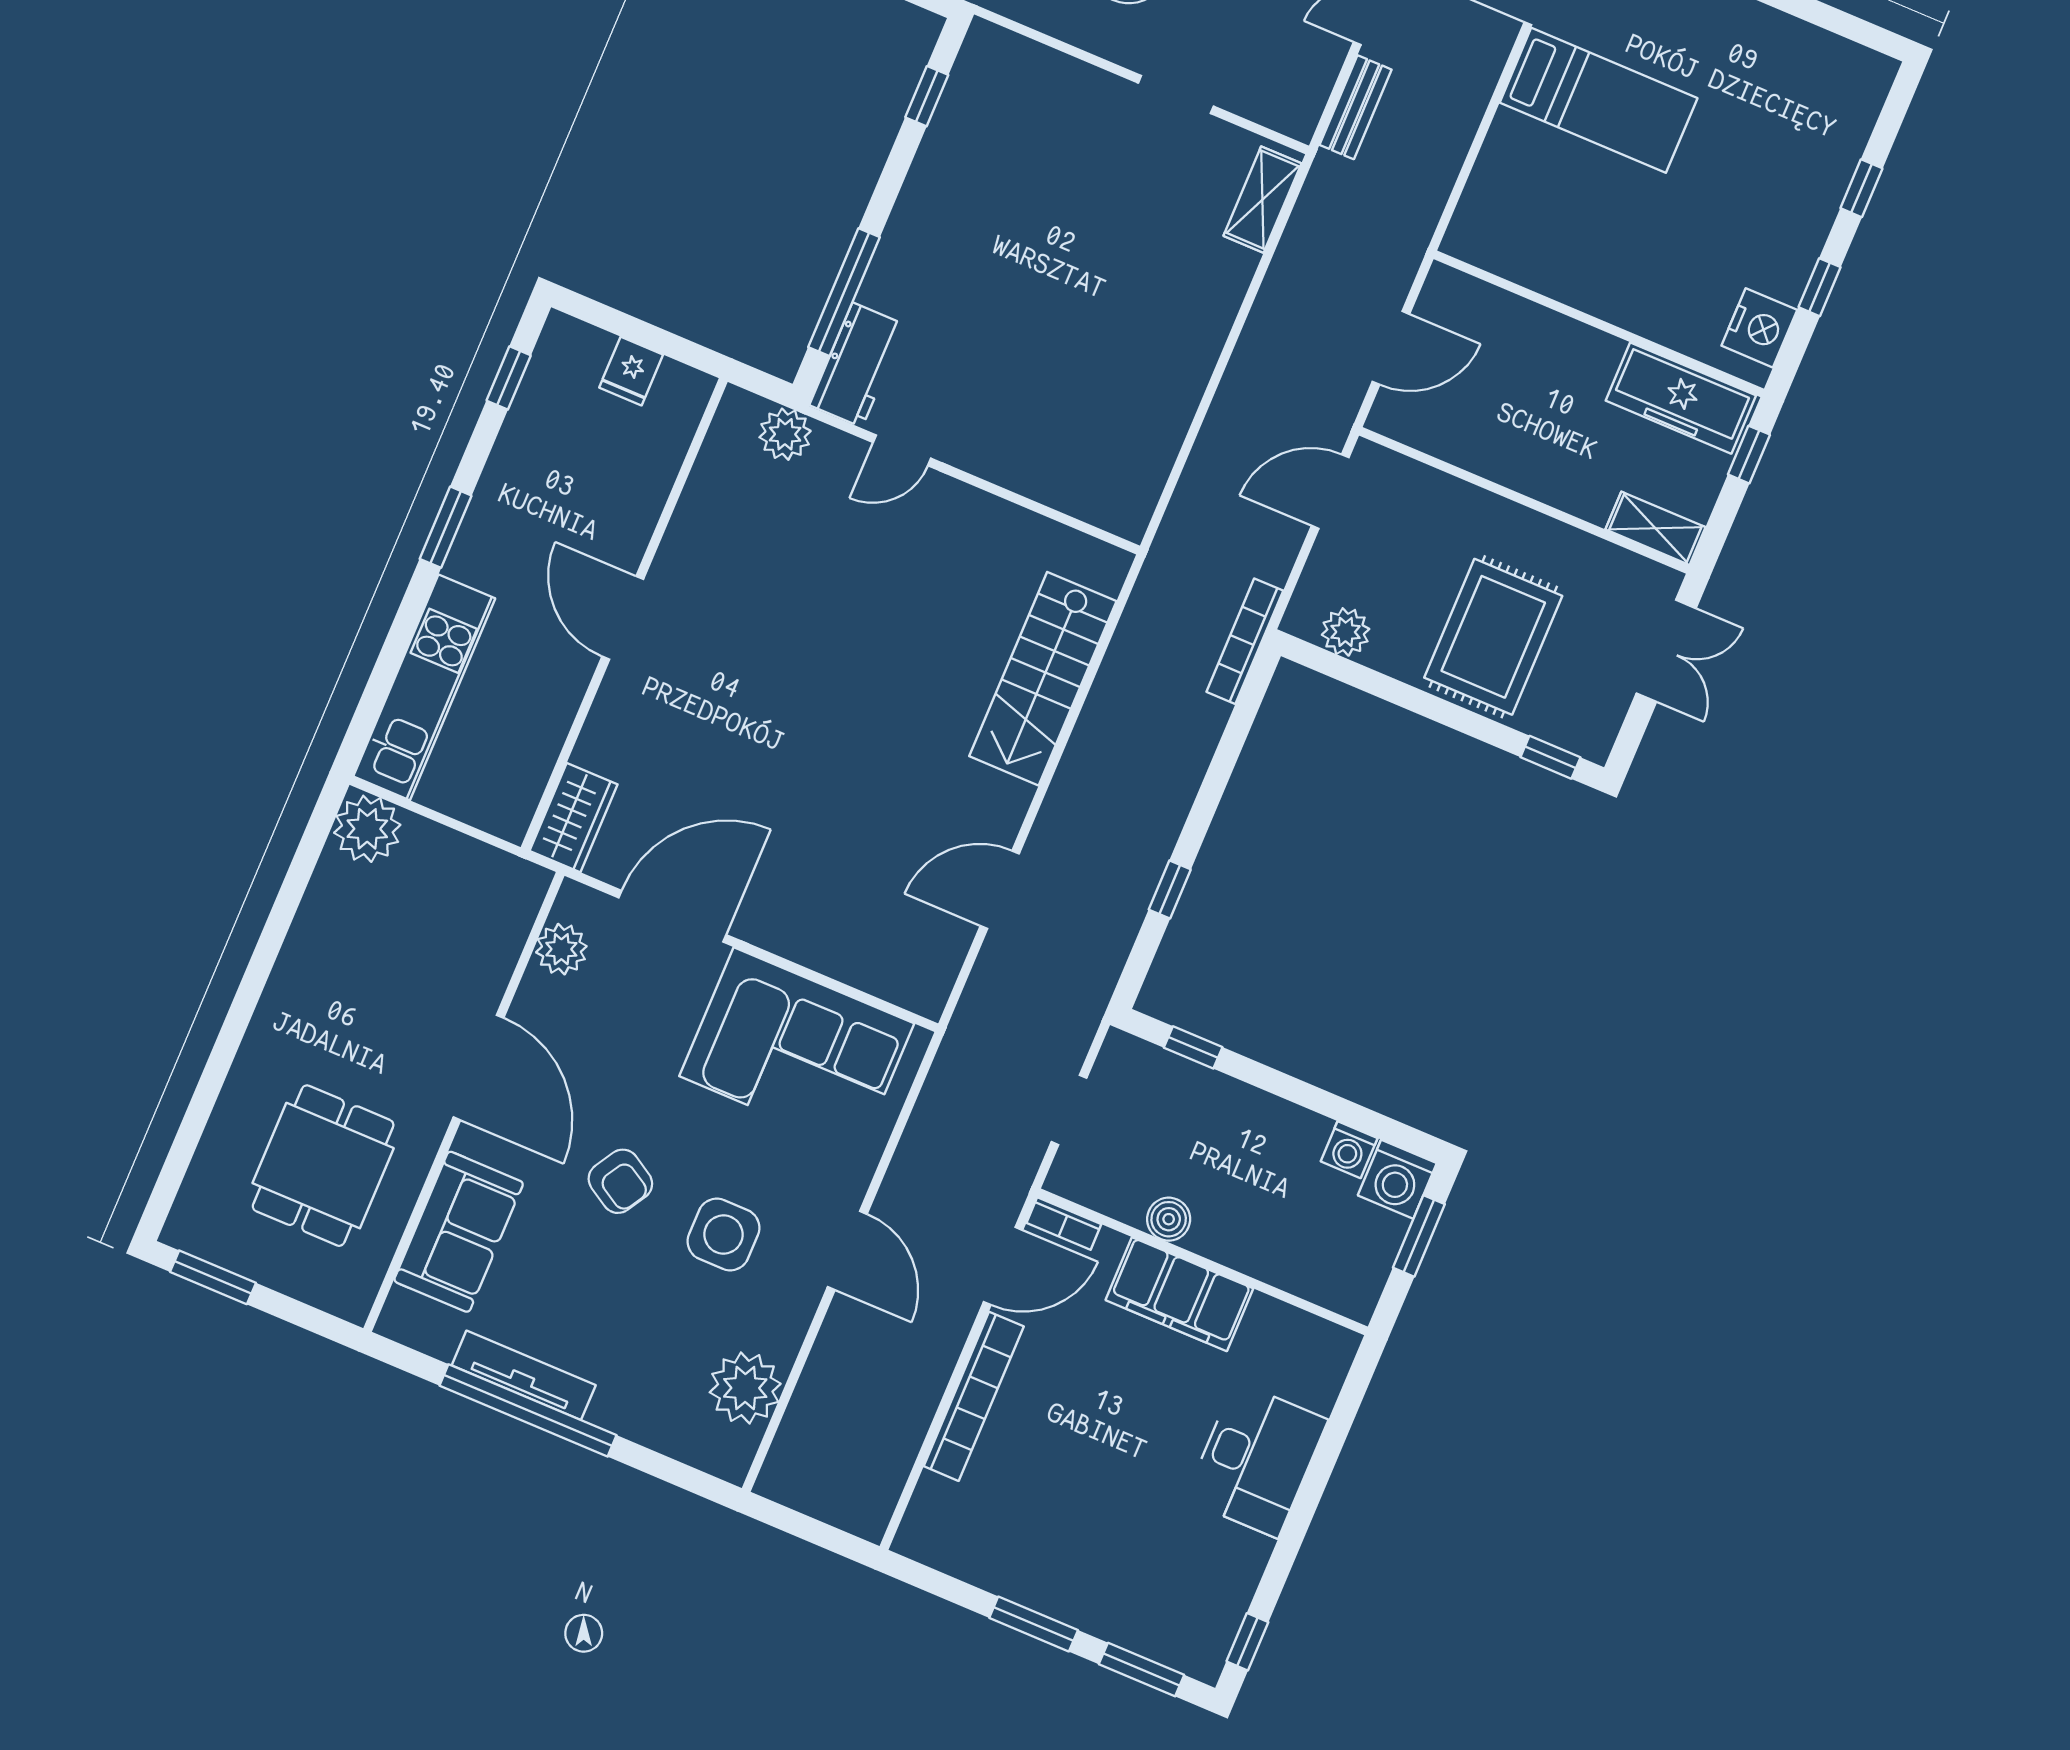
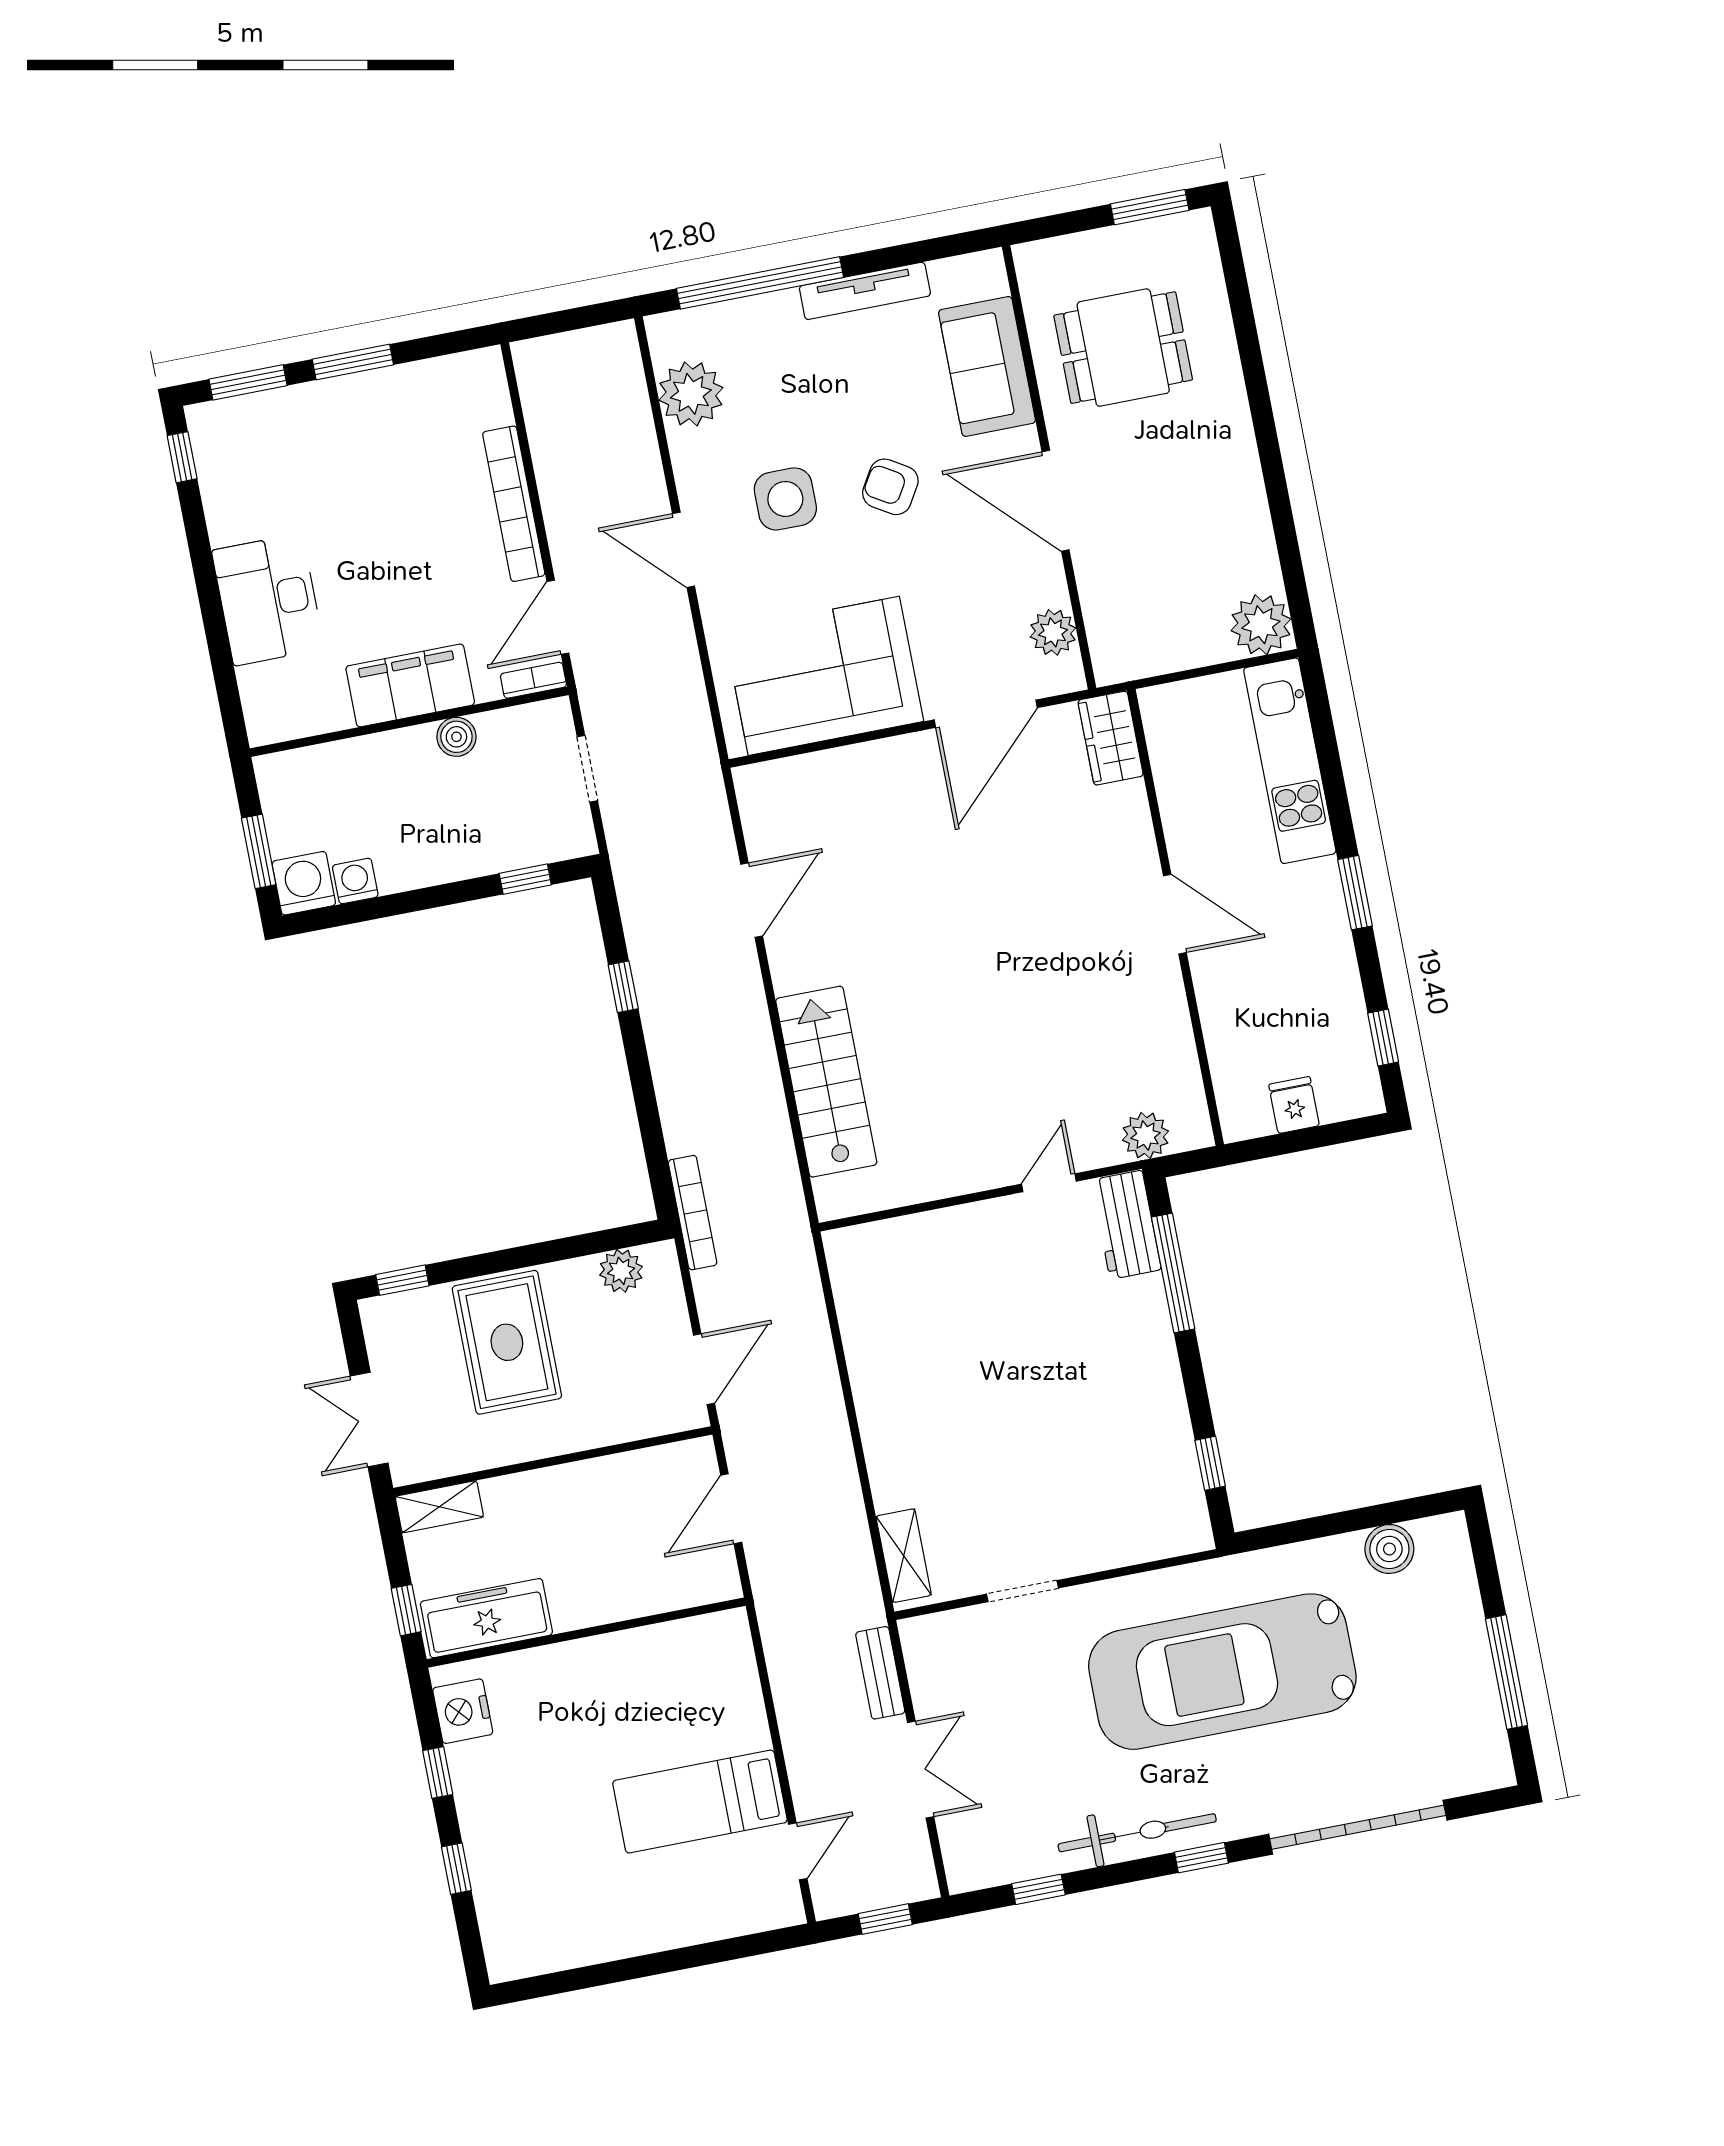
dining table: (323, 1166) -> (1123, 348), turned 90
window: (528, 1410) -> (760, 283), moved

